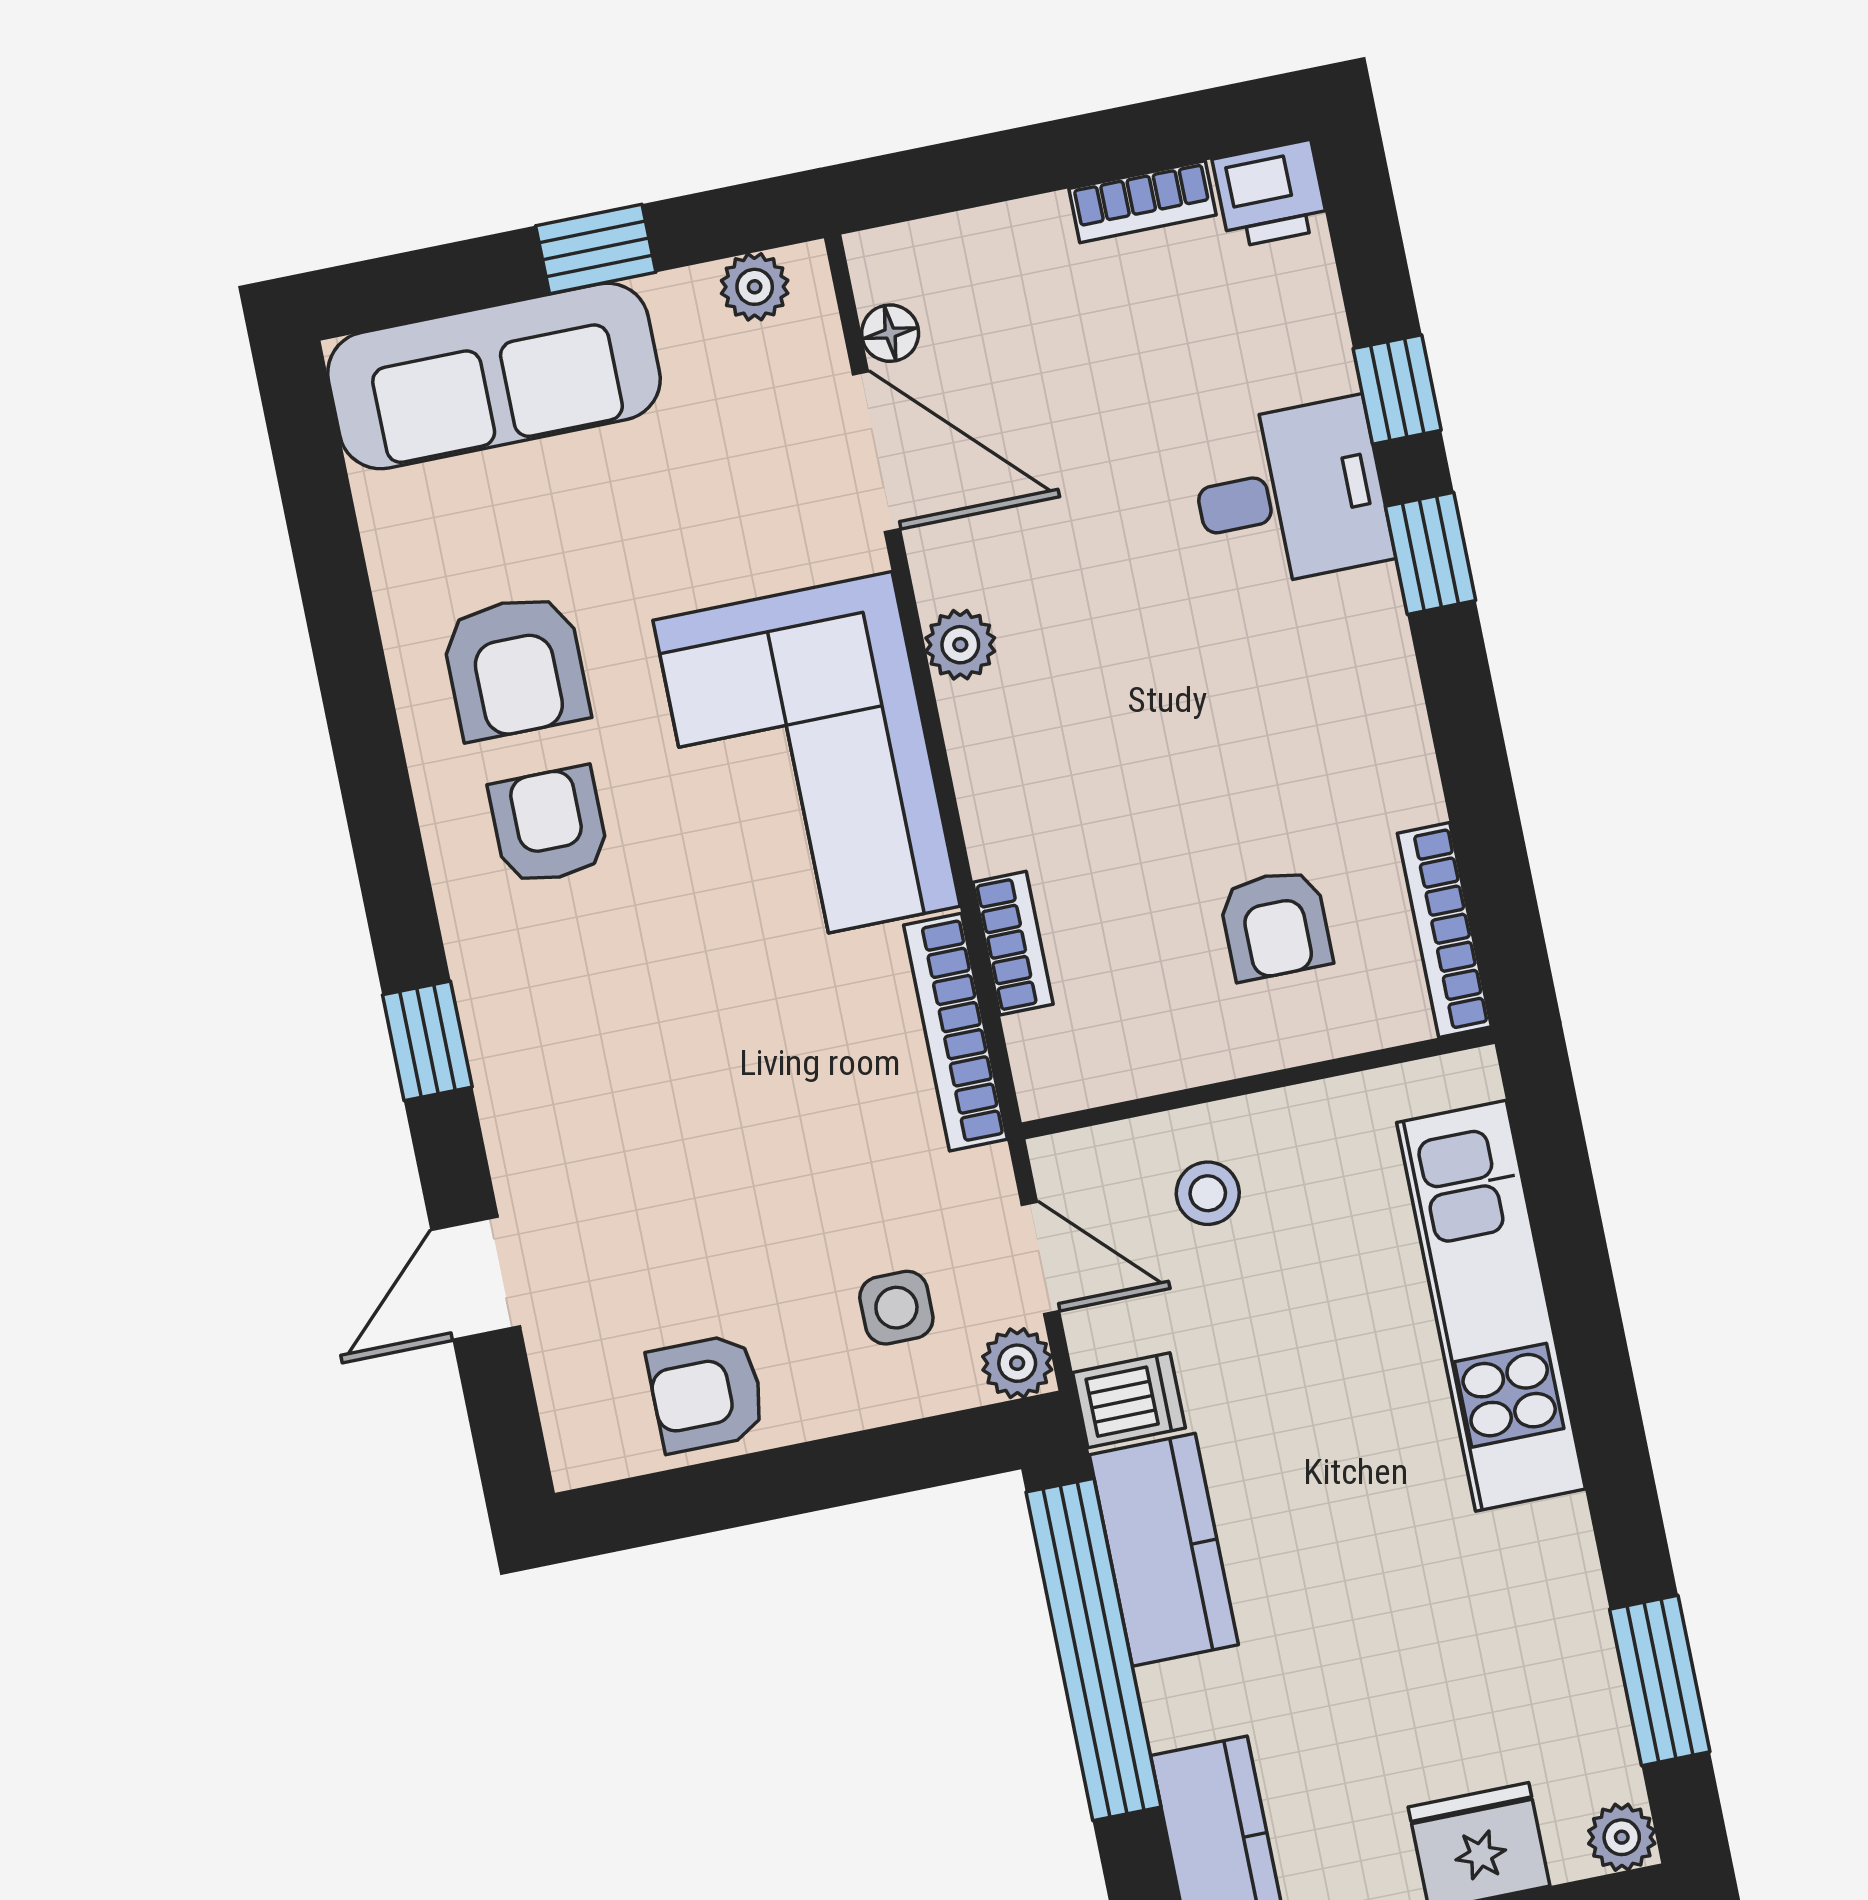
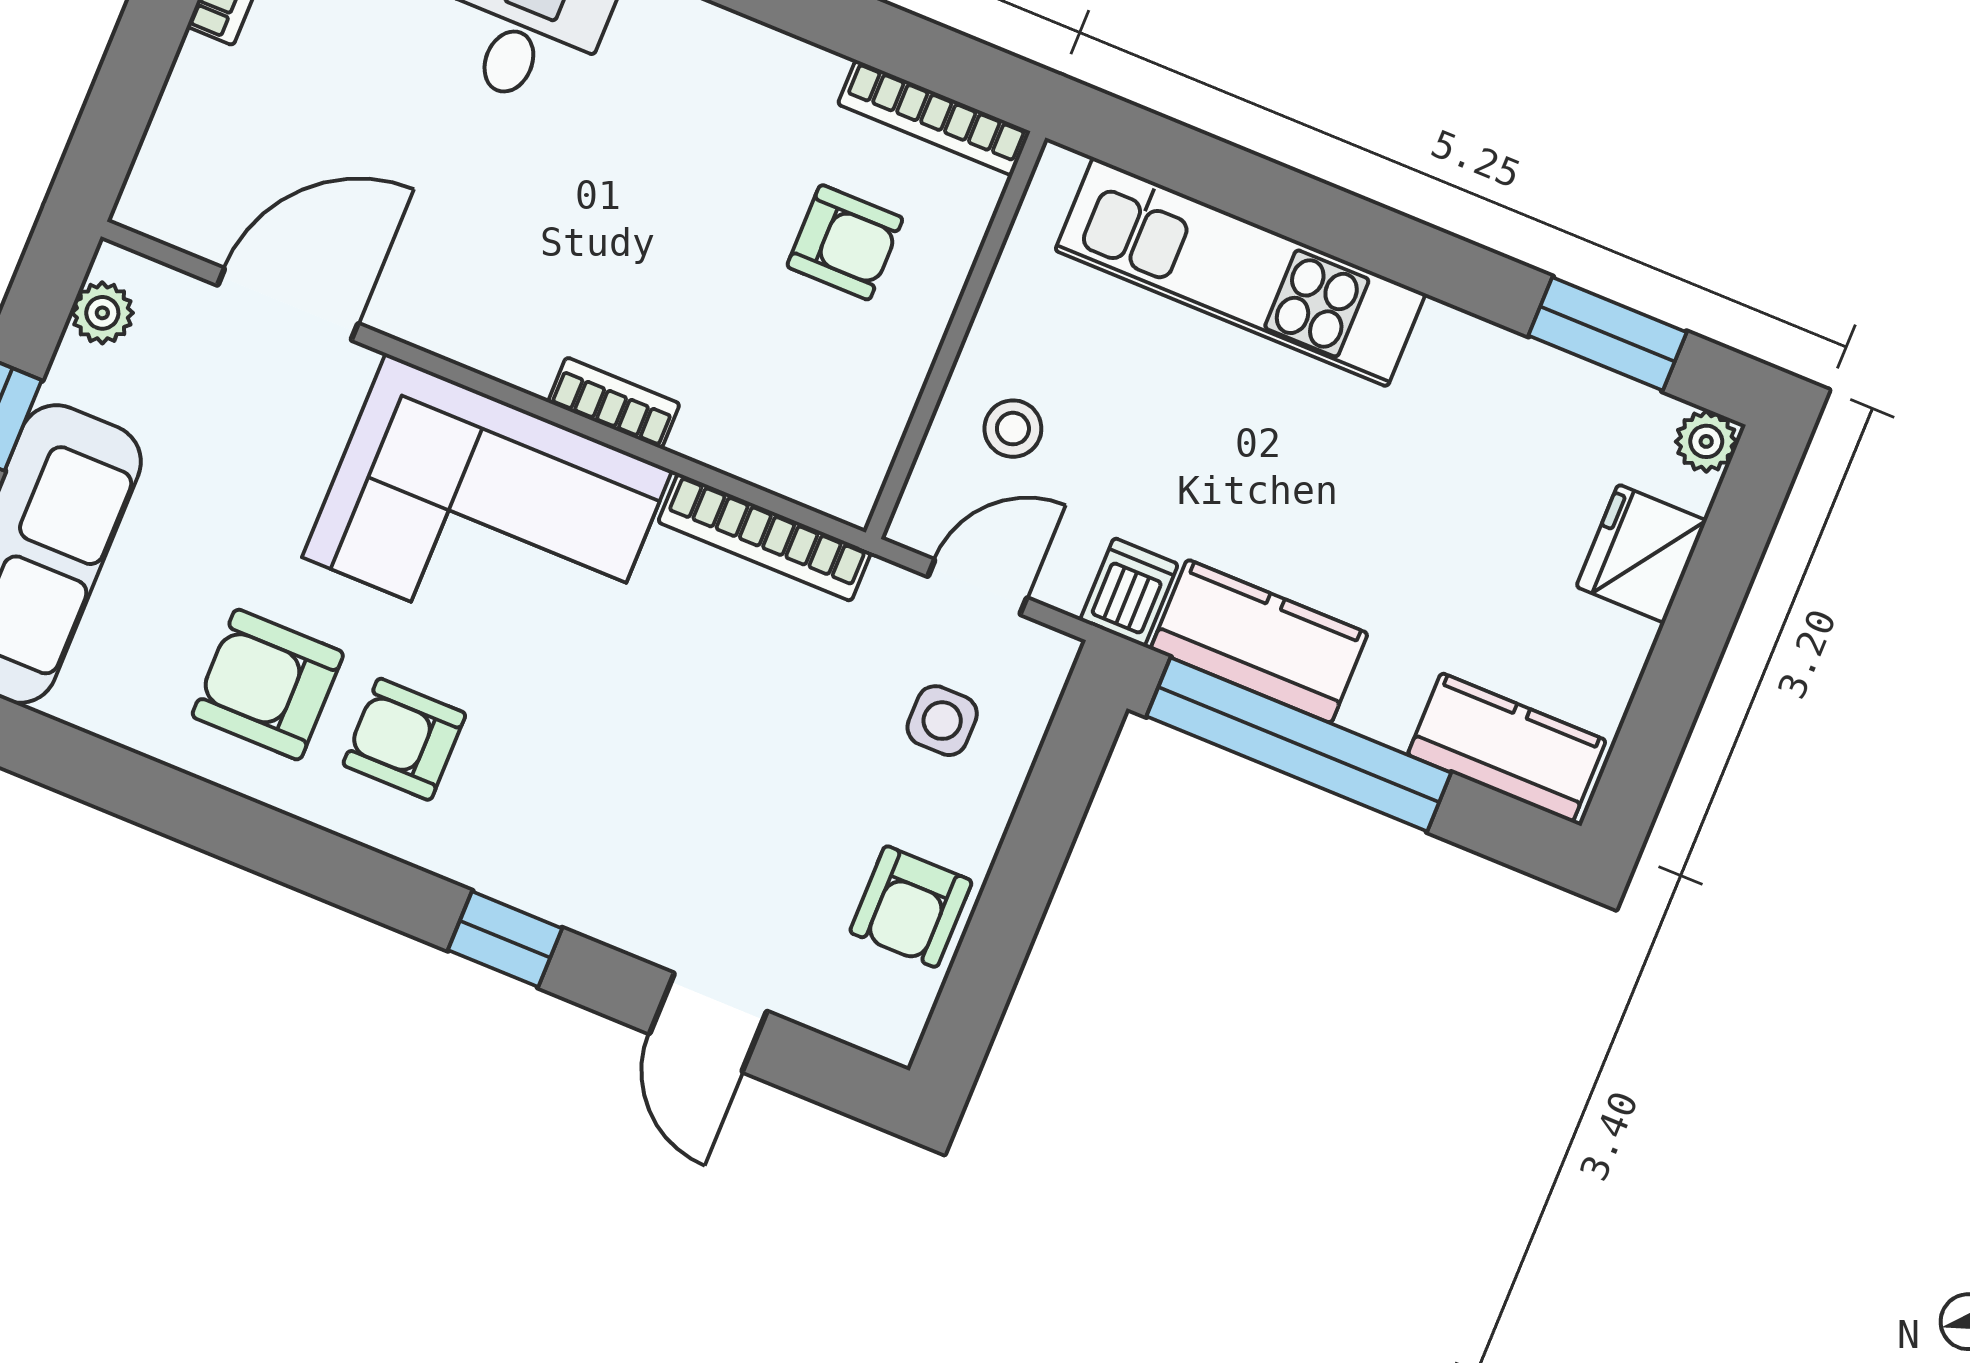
floor lamp: (890, 333) -> (206, 234), removed
plant: (960, 645) -> (475, 338), removed
armchair: (515, 667) -> (268, 685), turned 180
bookcase: (1013, 943) -> (614, 403), moved
plant: (1017, 1363) -> (1045, 658), removed

